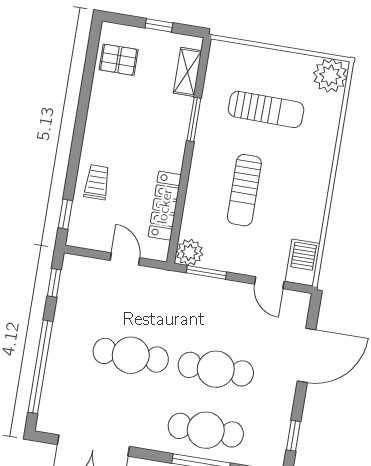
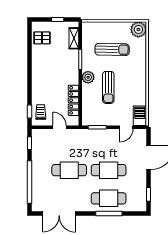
trolley: (97, 182) -> (41, 112), moved
plant: (189, 252) -> (88, 77), moved
door: (269, 283) -> (126, 127), hinge flipped

